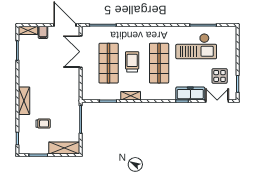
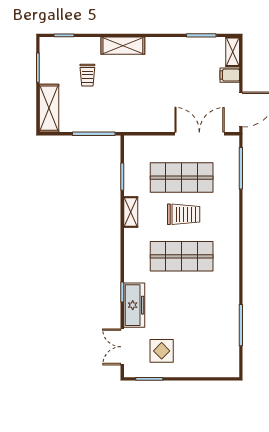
checkout: (196, 46) -> (208, 314), removed
double door: (217, 101) -> (122, 347), swing flipped

